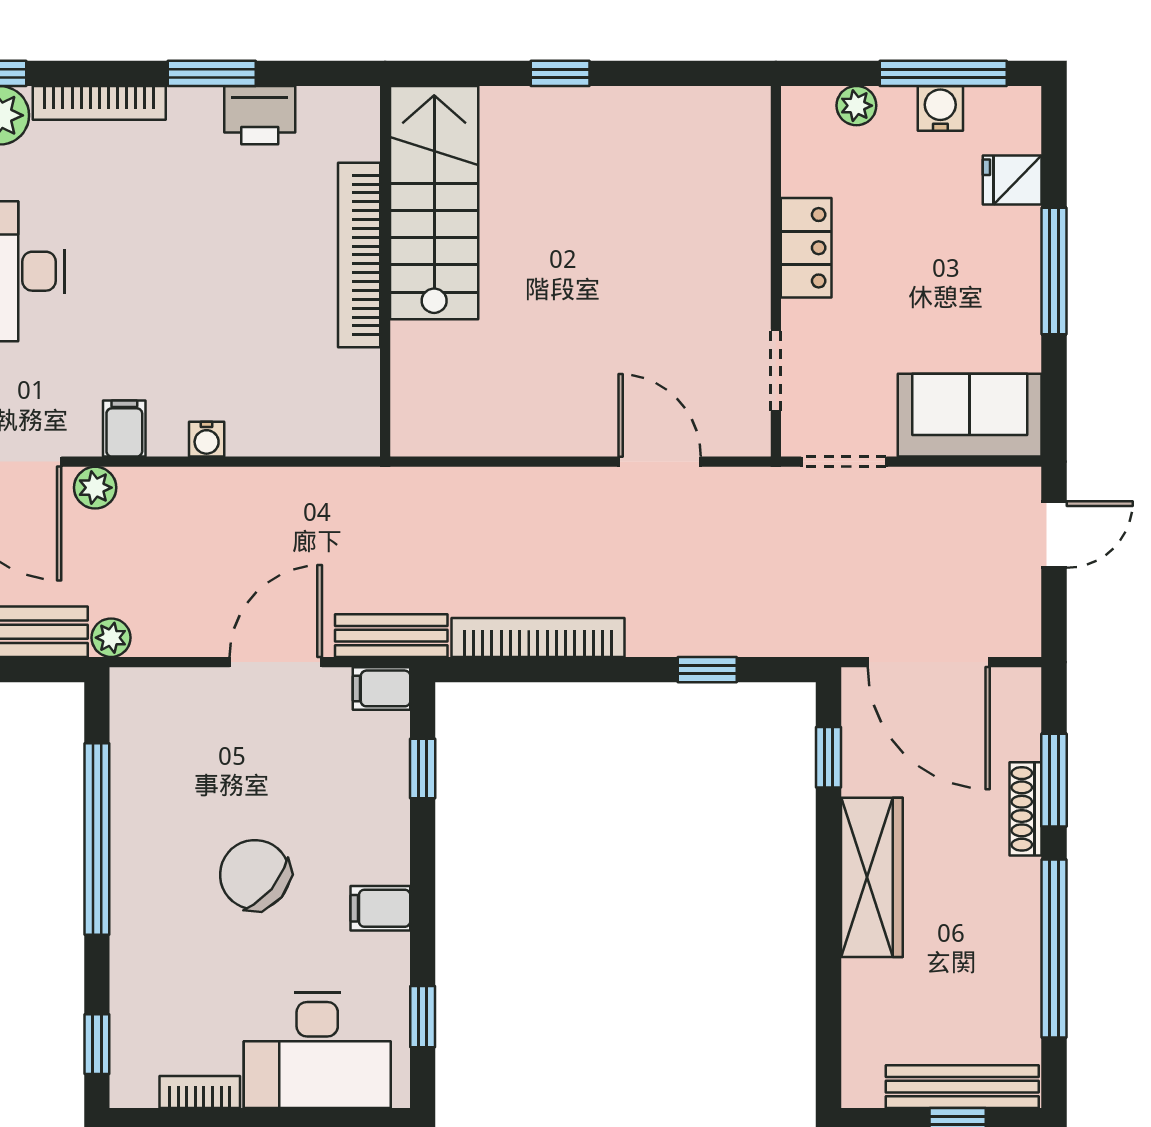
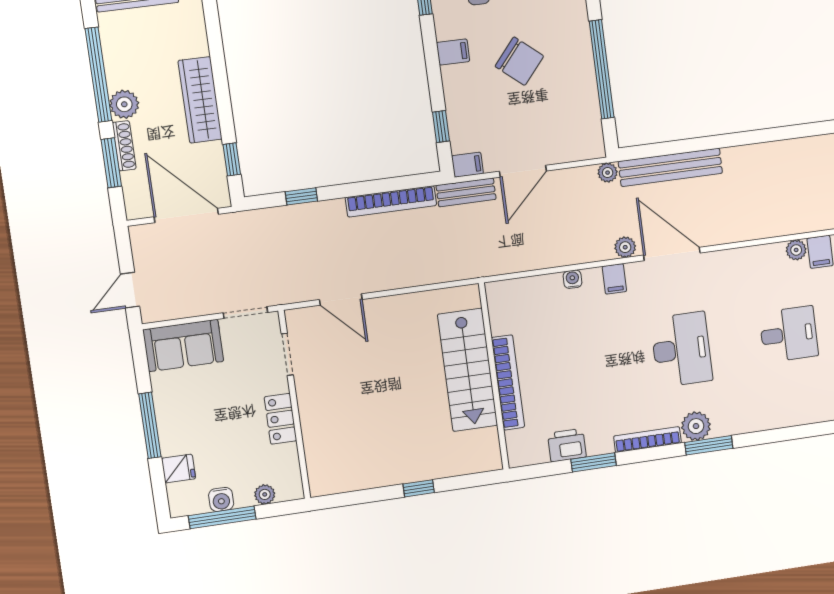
stairs: (434, 203) -> (468, 370), moved
plant: (1014, 887) -> (124, 104), added

